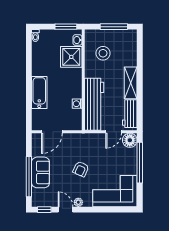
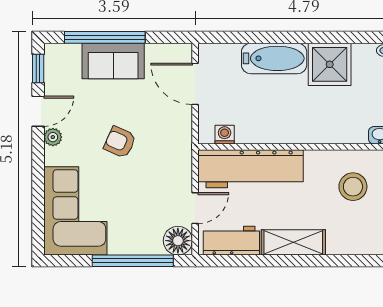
shower: (71, 57) -> (330, 64), moved
washing machine: (77, 104) -> (225, 135), moved
door: (114, 132) -> (195, 208), swing flipped

